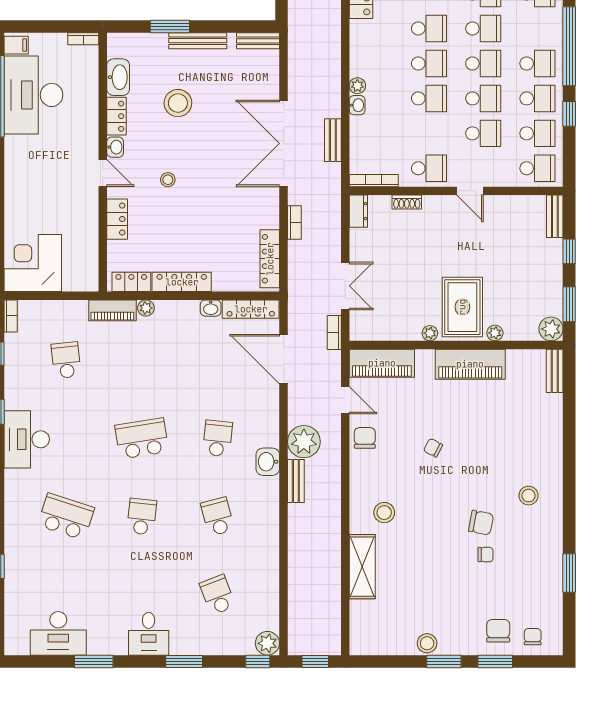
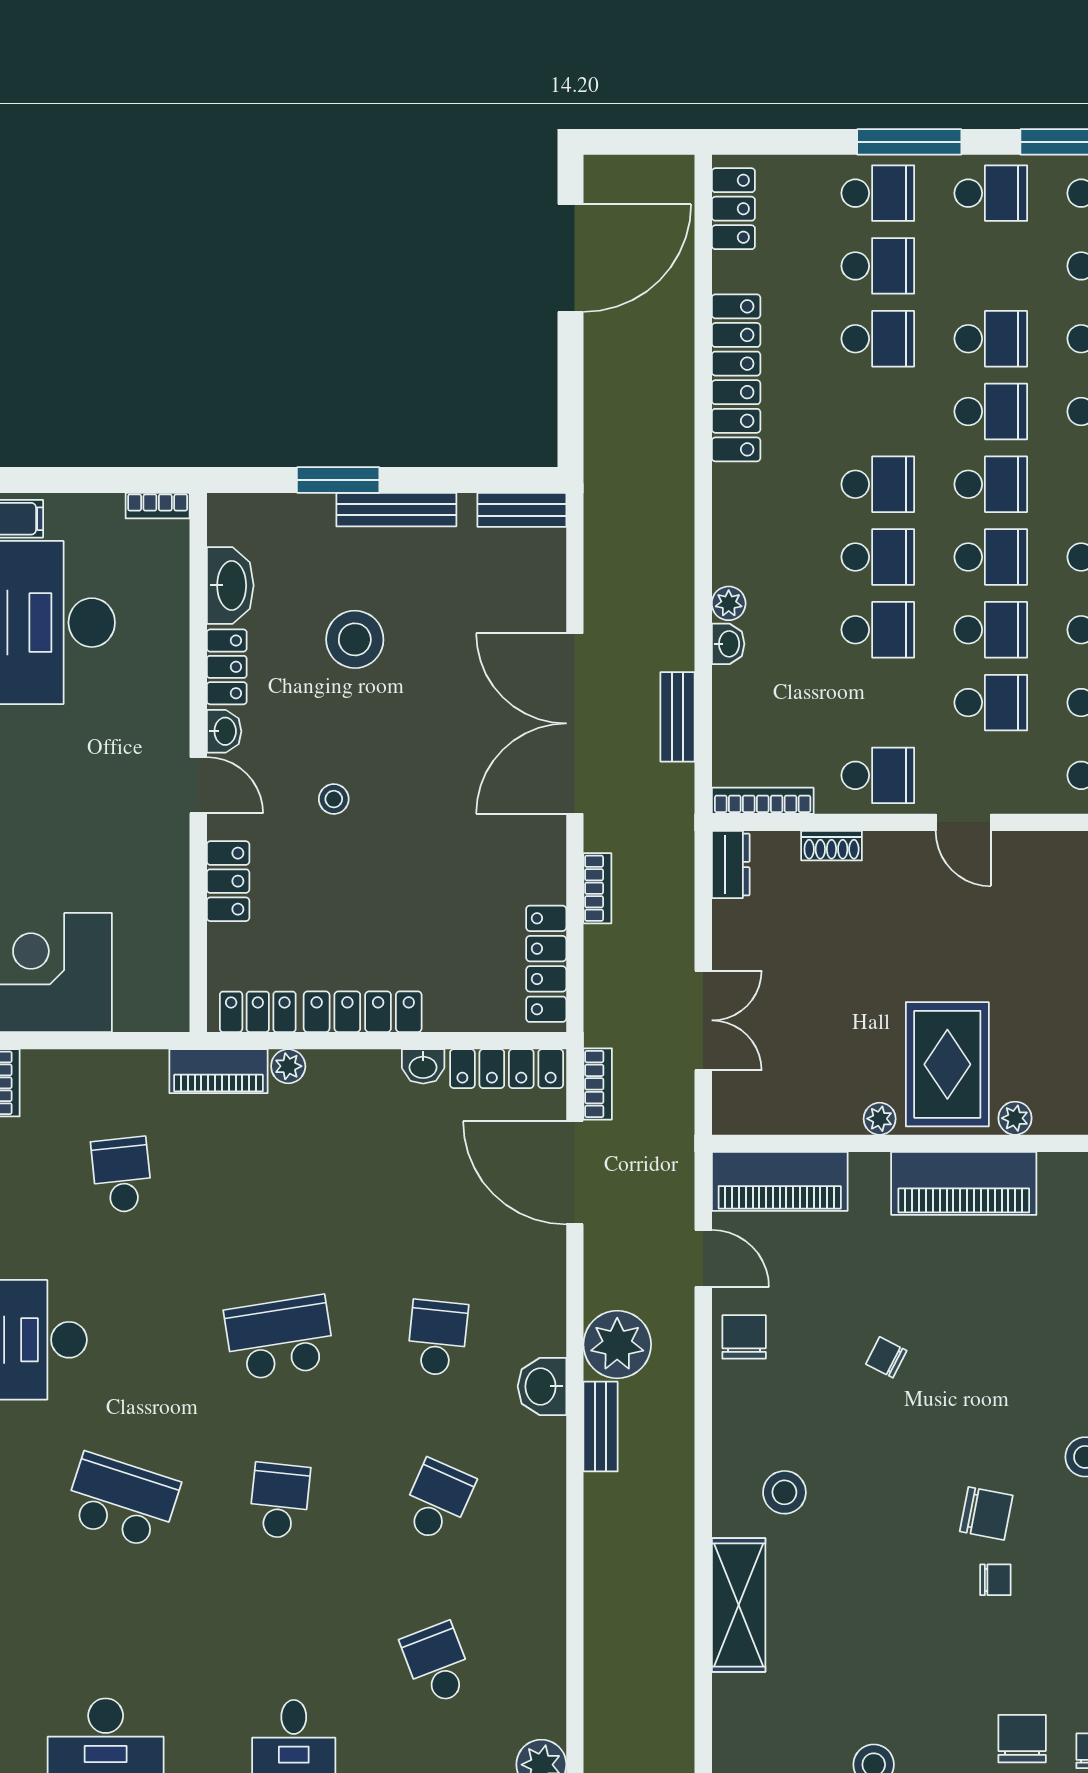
bookcase: (334, 332) -> (598, 1084), moved, turned 180
school desk: (218, 517) -> (437, 1501), turned 39

